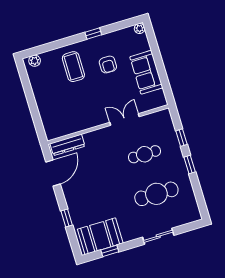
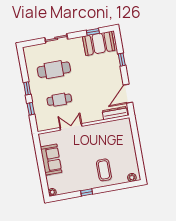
armchair: (108, 65) -> (78, 169), removed
double door: (124, 119) -> (71, 127), swing flipped

